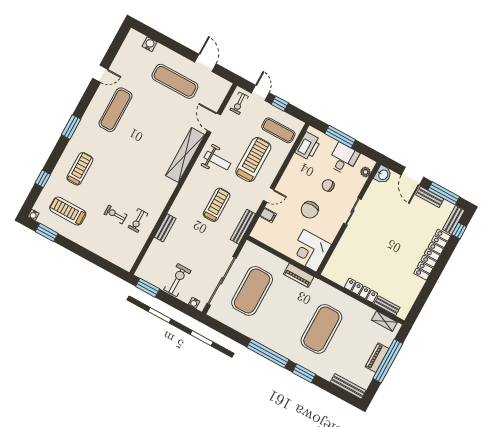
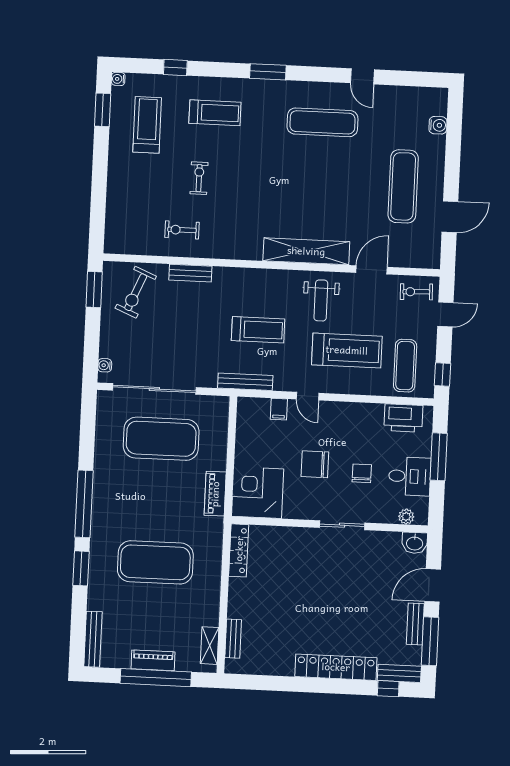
window: (280, 104) -> (443, 374), moved
exercise bike: (115, 214) -> (199, 178), moved
exercise bike: (177, 280) -> (136, 292), moved, turned 113
locker: (361, 290) -> (239, 550), moved

